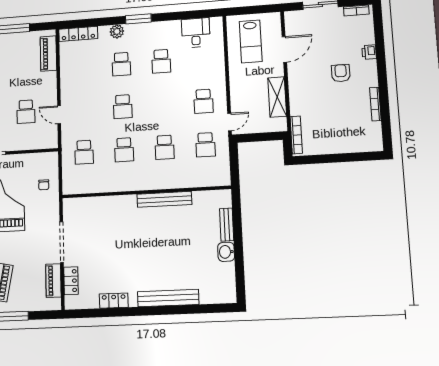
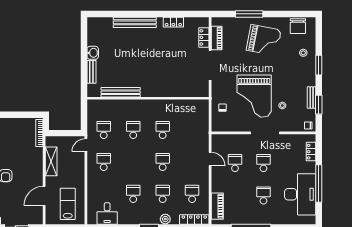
school desk: (84, 152) -> (192, 194), moved
bench: (164, 199) -> (121, 92), moved

